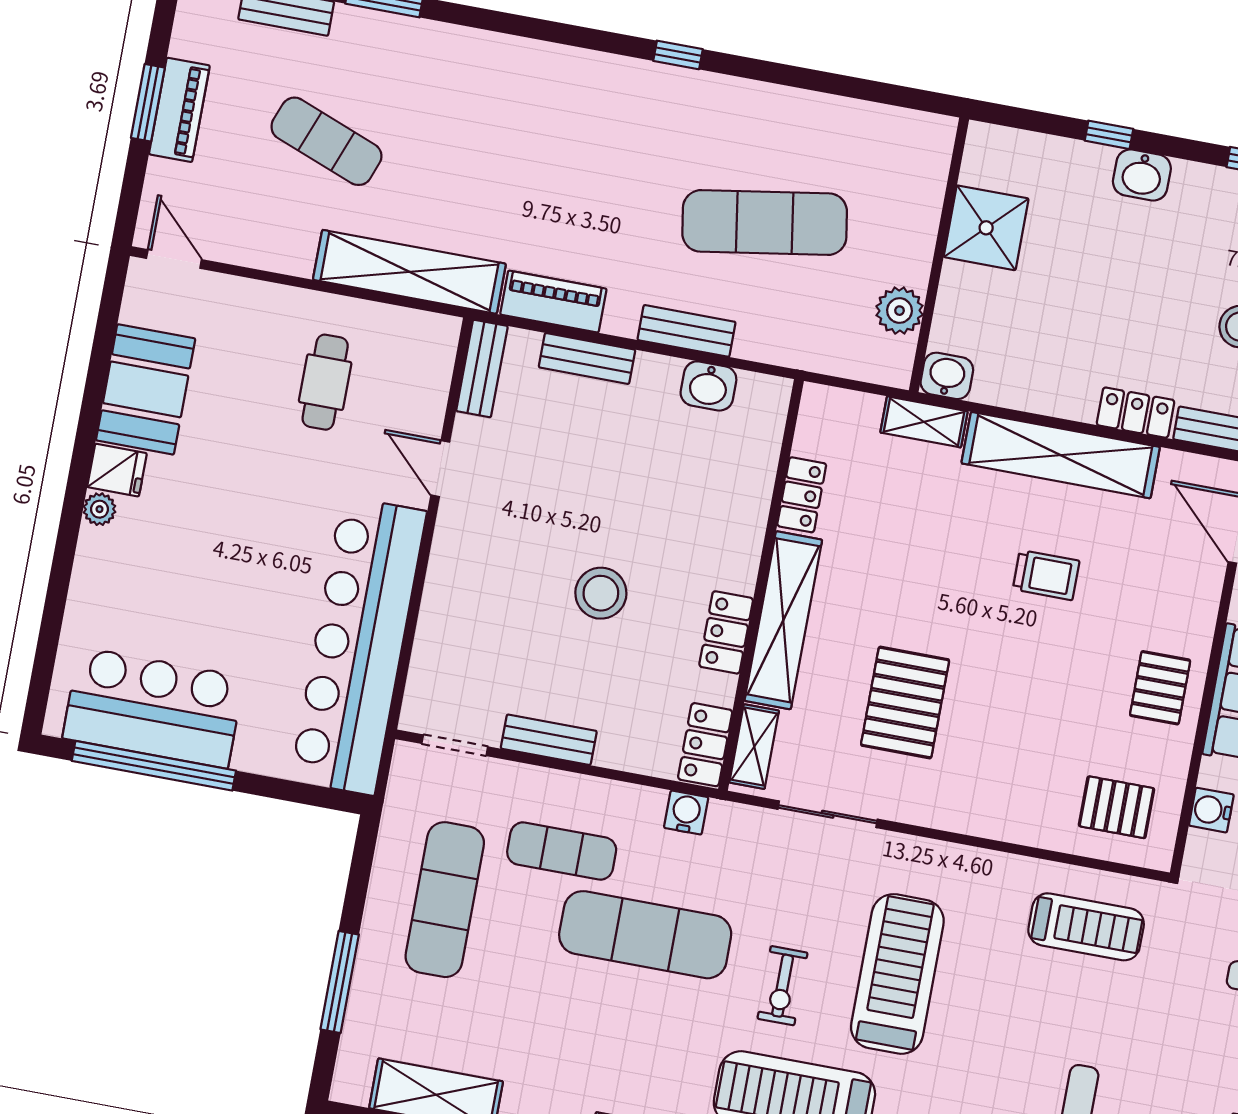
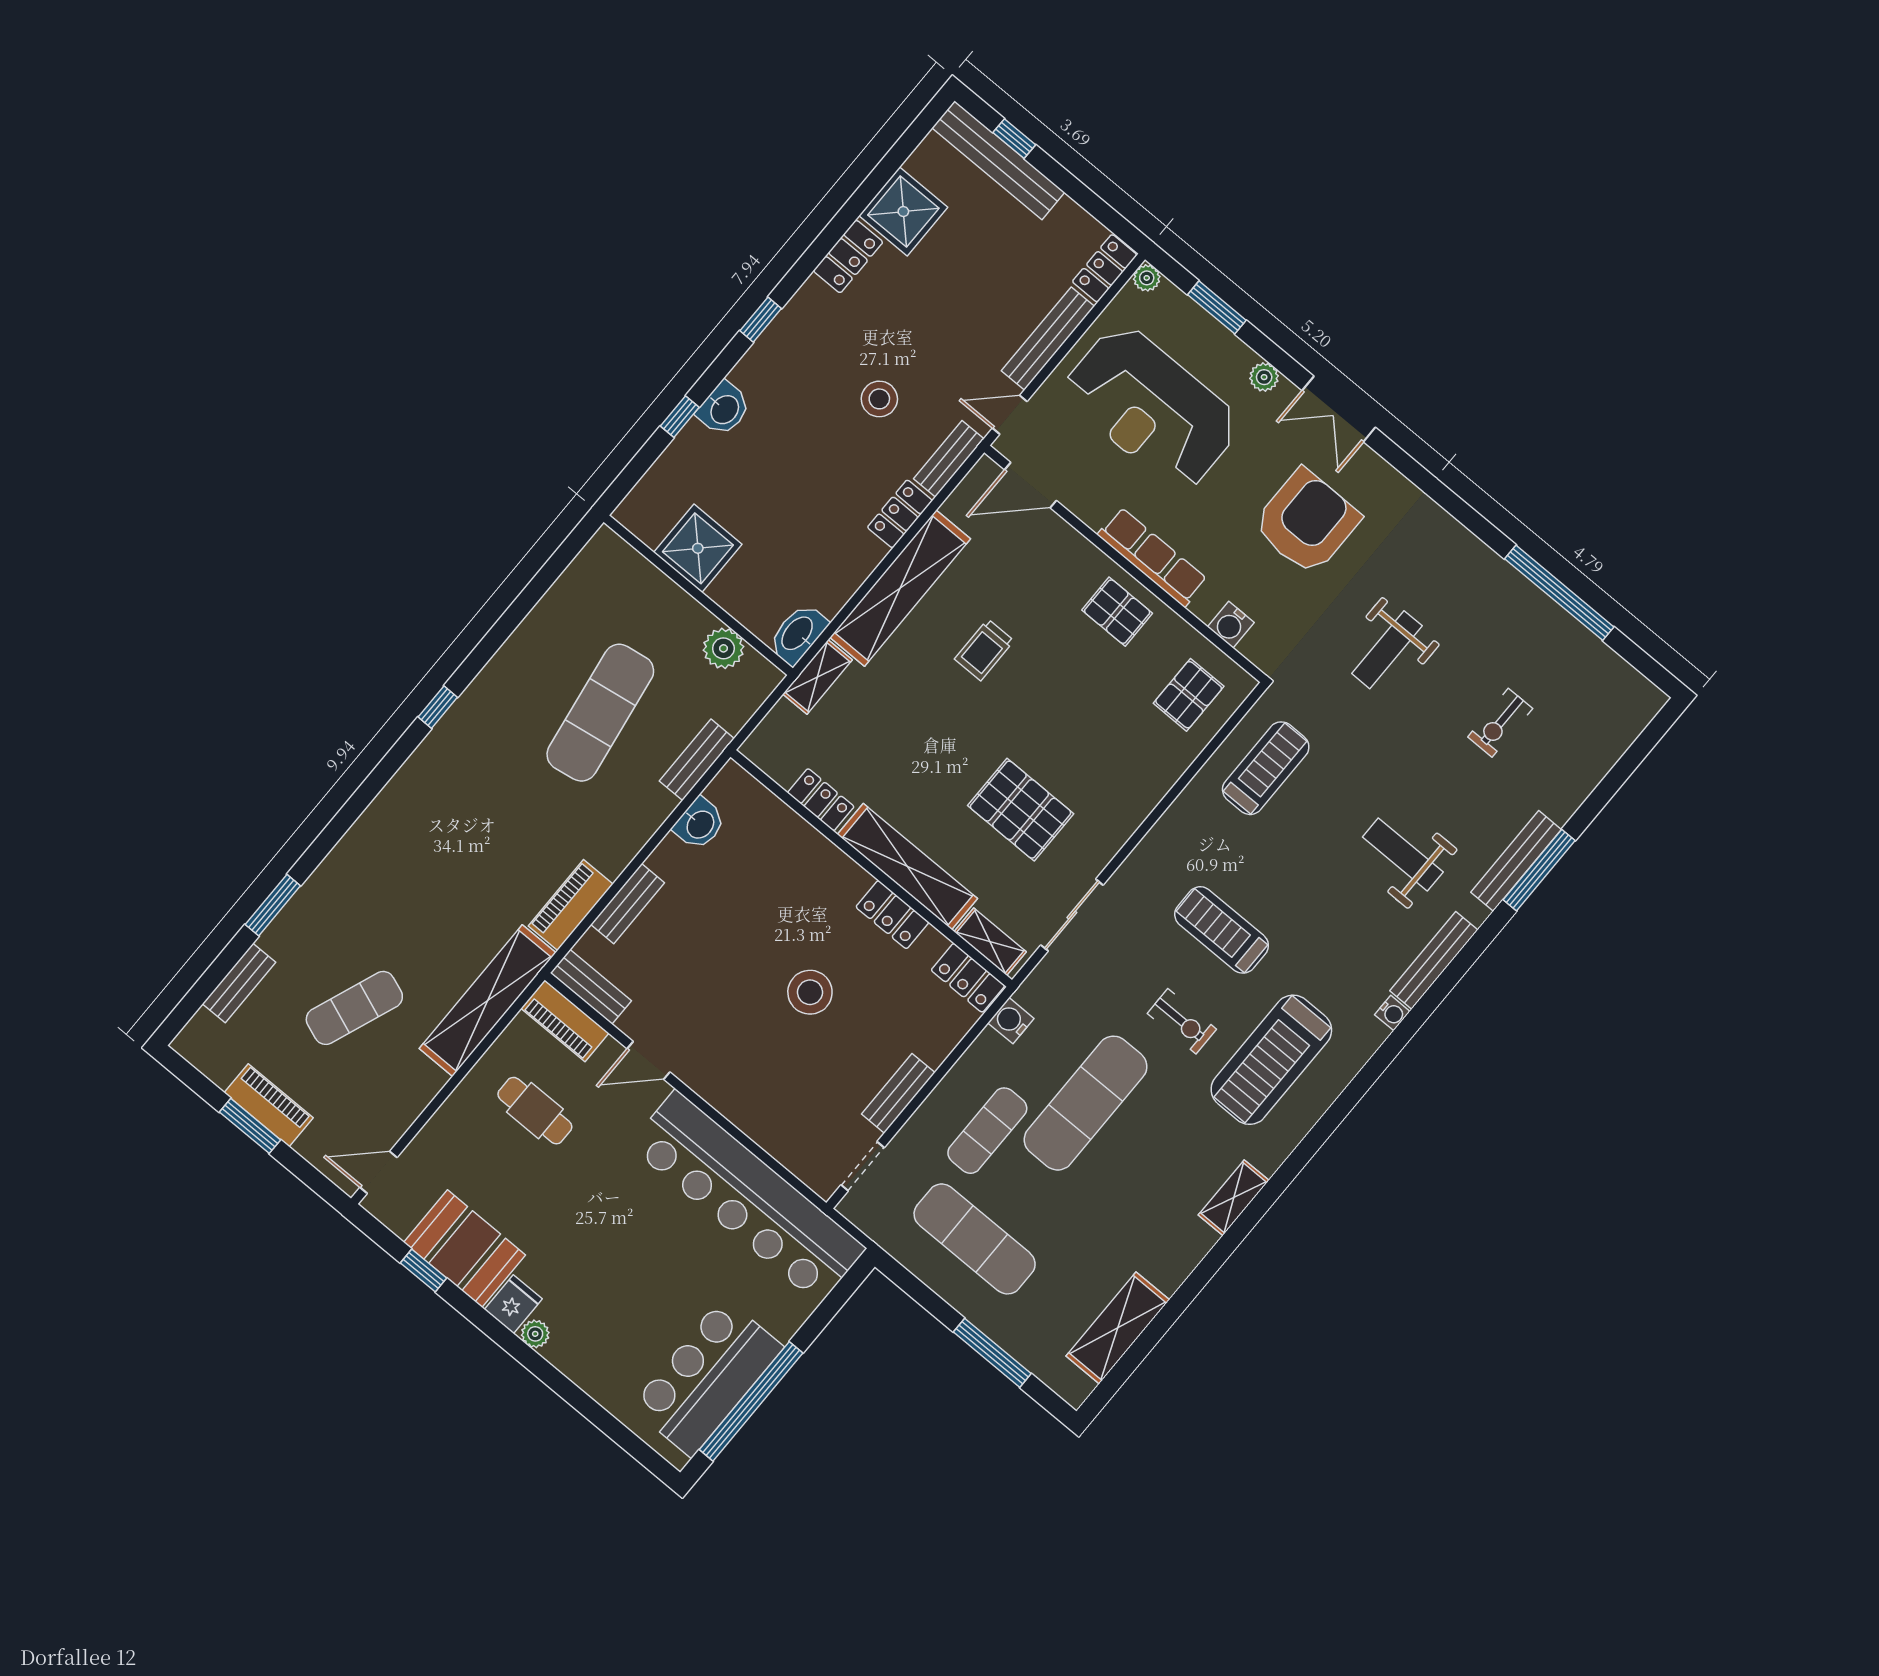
bench: (687, 331) -> (697, 760), moved
window: (100, 360) -> (424, 1271), added
piano: (433, 361) -> (565, 1021), added
washbasin: (947, 376) -> (798, 634), width x1.38
trolley: (1046, 575) -> (984, 650), turned 180
treadmill: (897, 974) -> (1222, 930), width x0.73, depth x0.73

